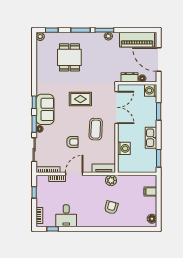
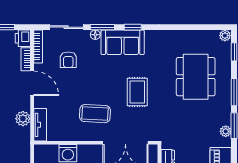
dining table: (69, 57) -> (196, 77), width x1.38
armchair: (72, 142) -> (68, 60), moved
printer: (42, 180) -> (23, 38), added
plant: (111, 180) -> (23, 119), moved

